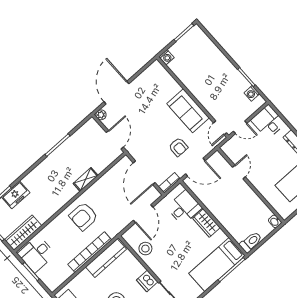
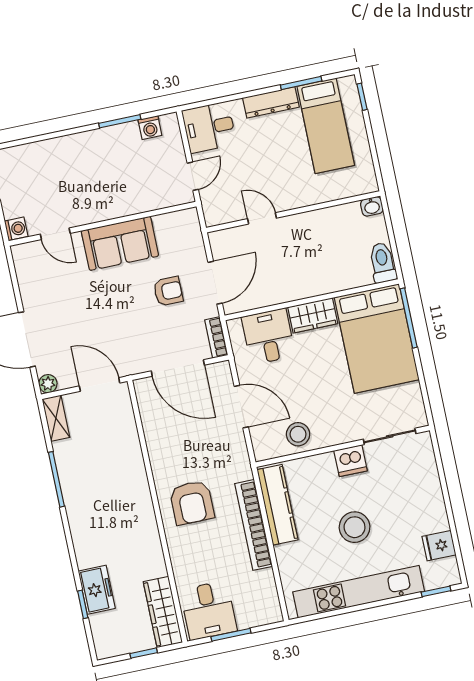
door: (220, 128) -> (55, 234), moved
shelving: (86, 179) -> (56, 418), moved
bed: (217, 265) -> (377, 339), width x1.50

